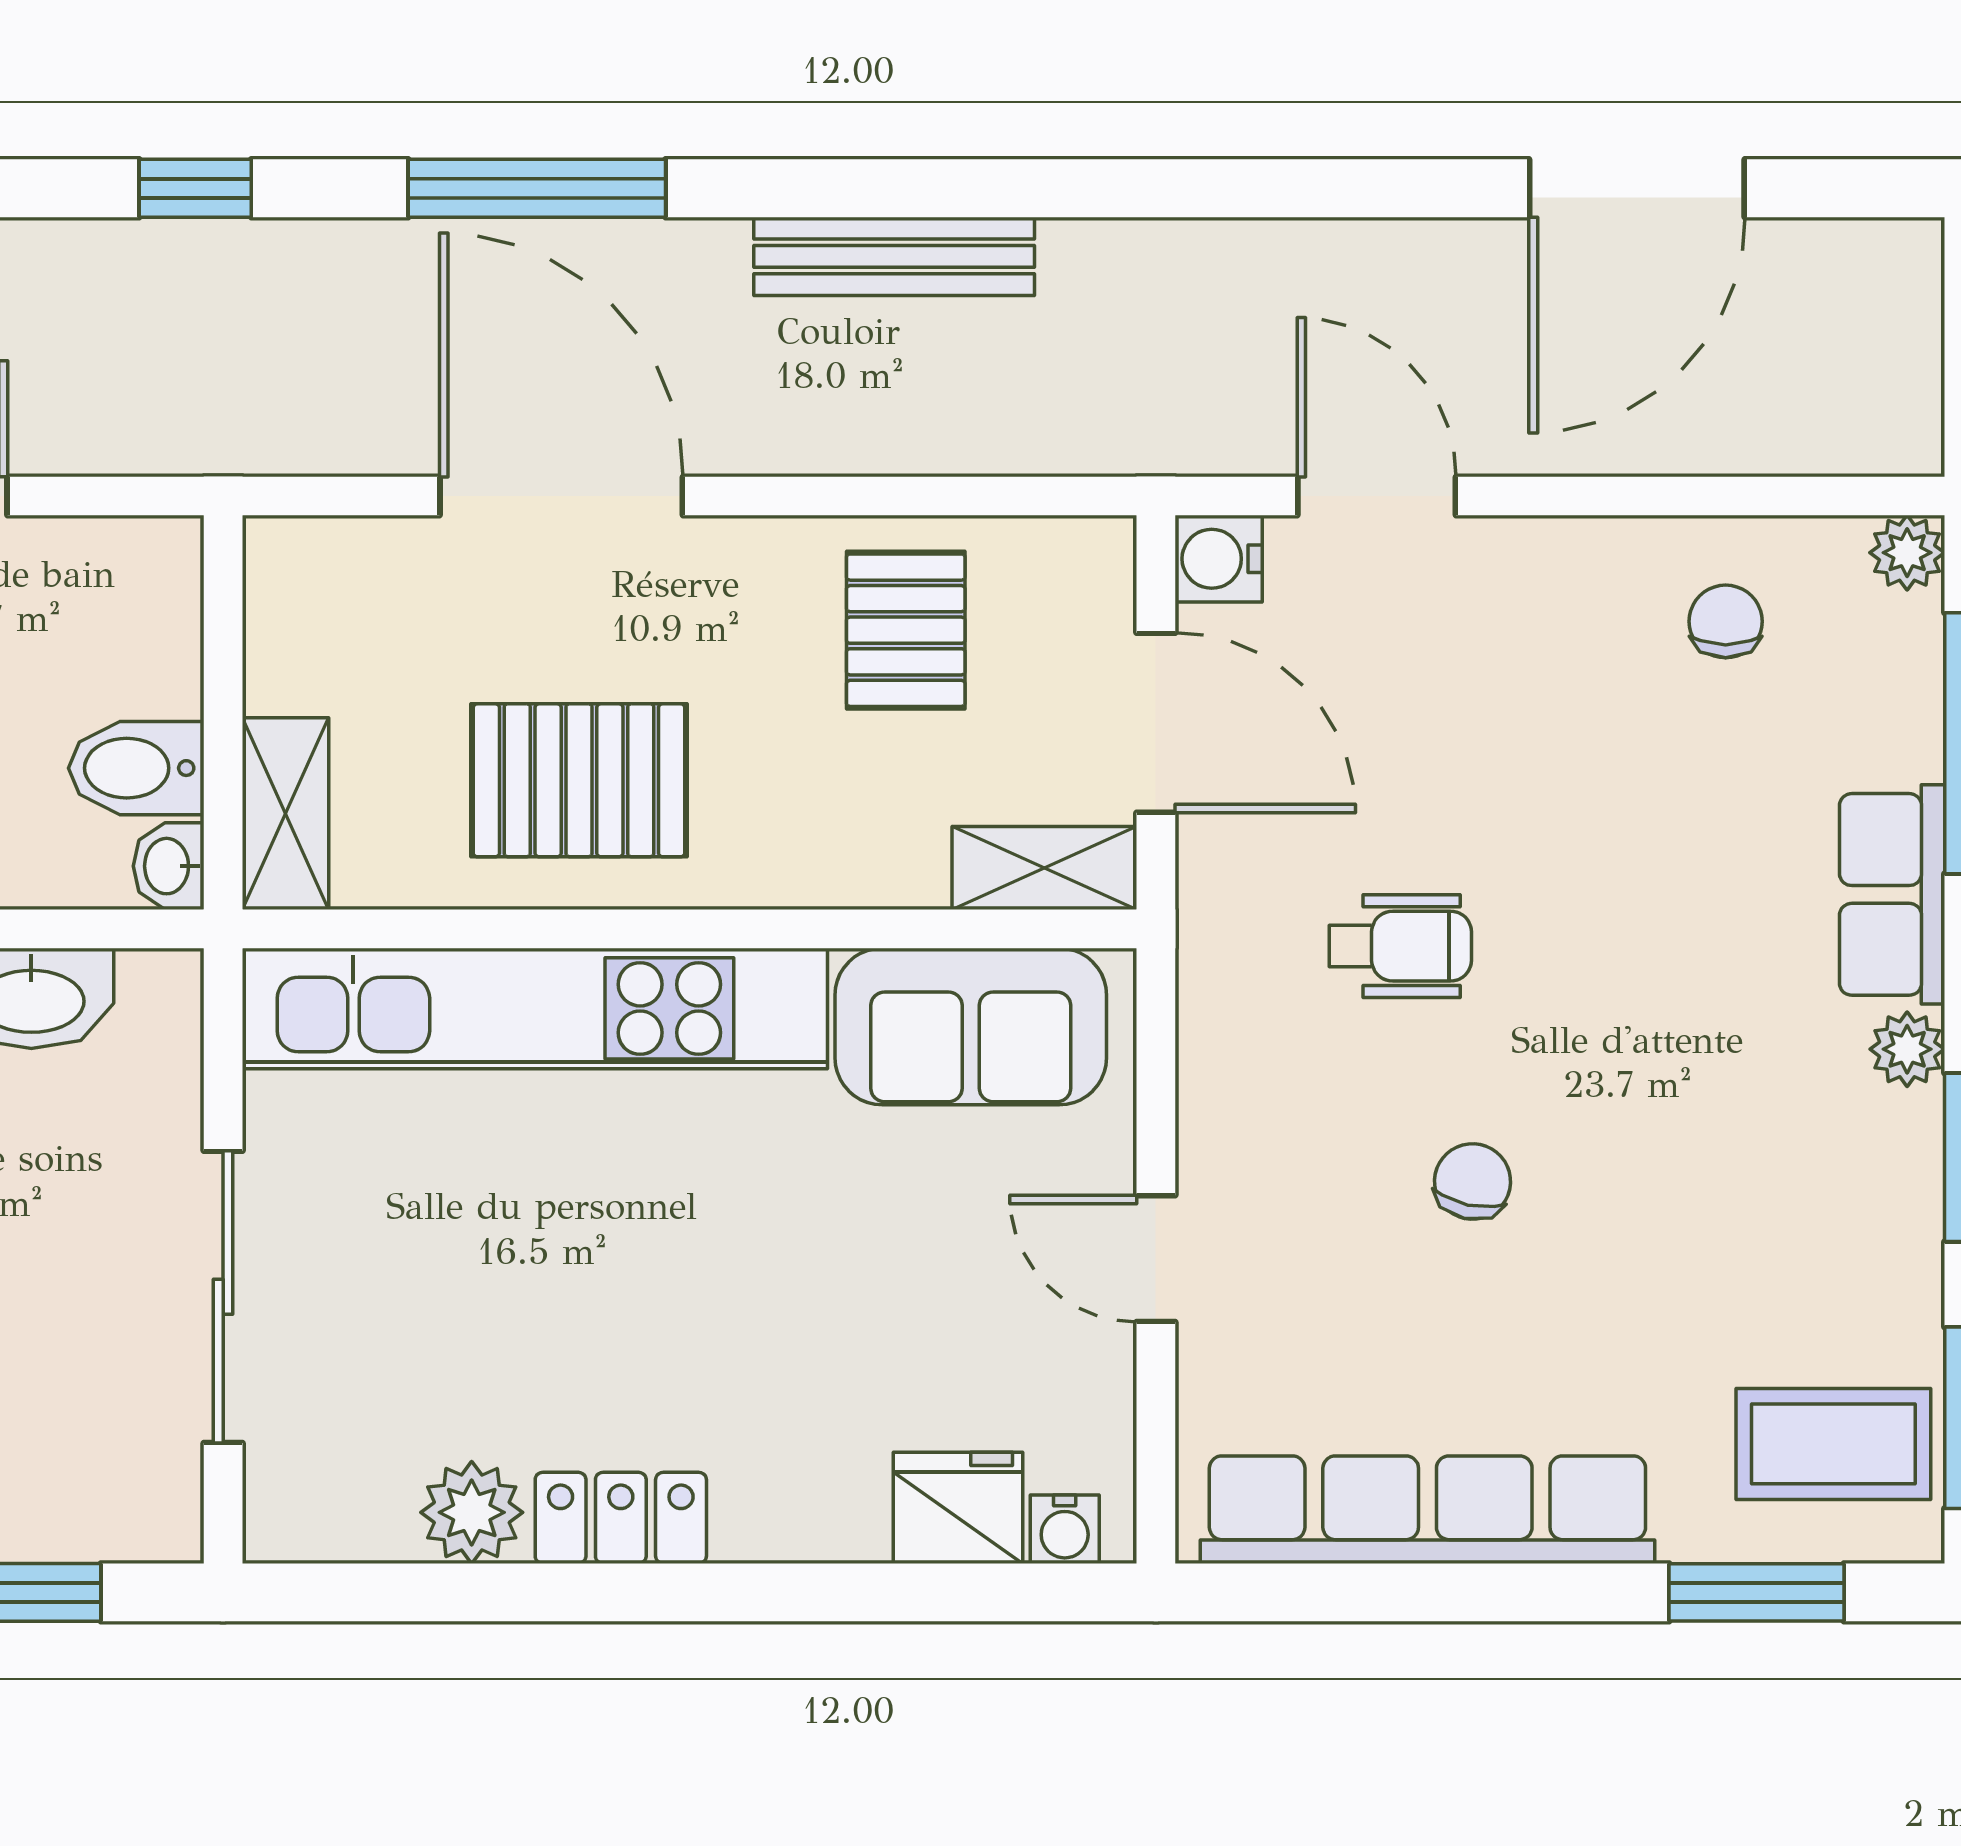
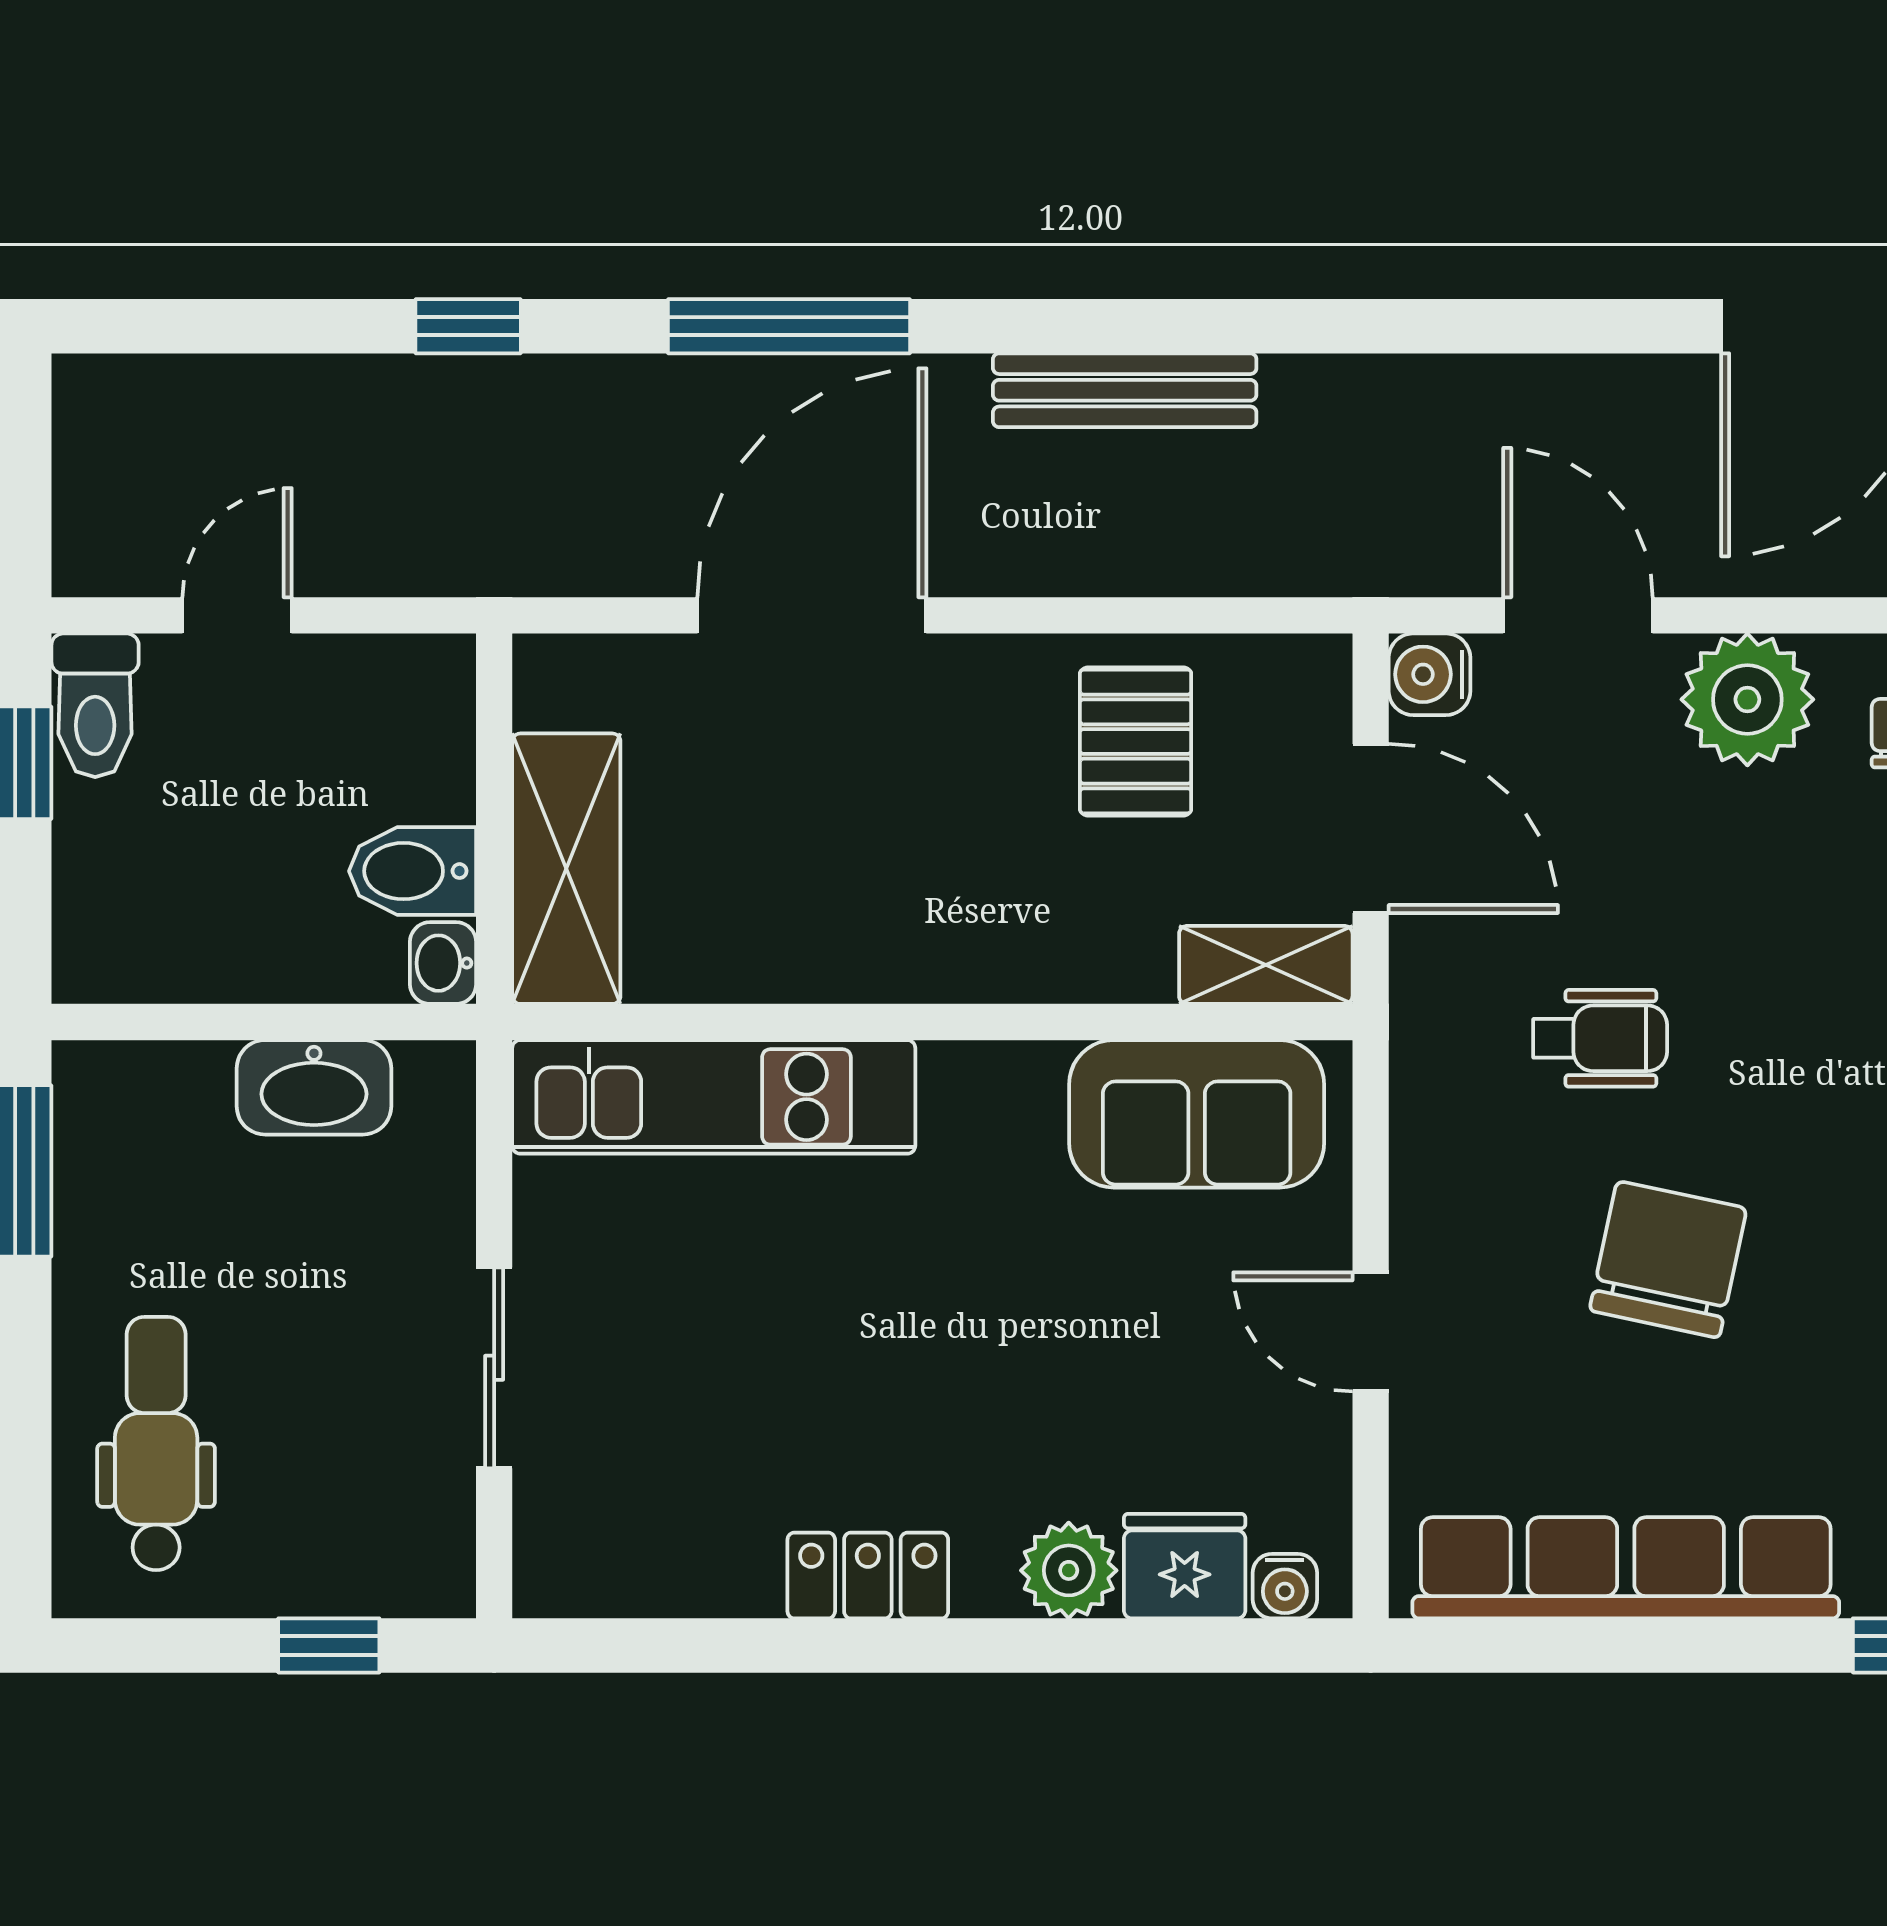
door: (561, 496) -> (812, 615), hinge flipped
plant: (1557, 586) -> (1747, 699), added
pallet: (579, 780) -> (829, 882), removed
shelving: (285, 814) -> (566, 869), width x1.50, depth x1.33
kitchen unit: (535, 1008) -> (714, 1097), width x0.73
chair: (1473, 1181) -> (1668, 1259), width x1.87, depth x1.87
sliding door: (223, 1297) -> (494, 1368), width x0.73
plant: (472, 1512) -> (1069, 1570), moved

